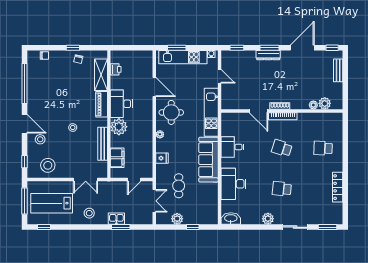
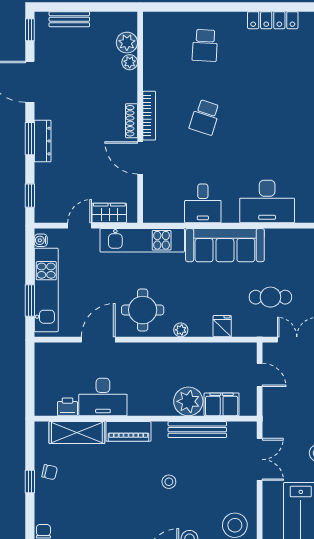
wardrobe: (227, 93) -> (109, 213), added
desk: (121, 104) -> (103, 397), moved
door: (259, 111) -> (140, 158), swing flipped
plant: (119, 127) -> (188, 401), moved
school desk: (282, 189) -> (276, 117), removed

